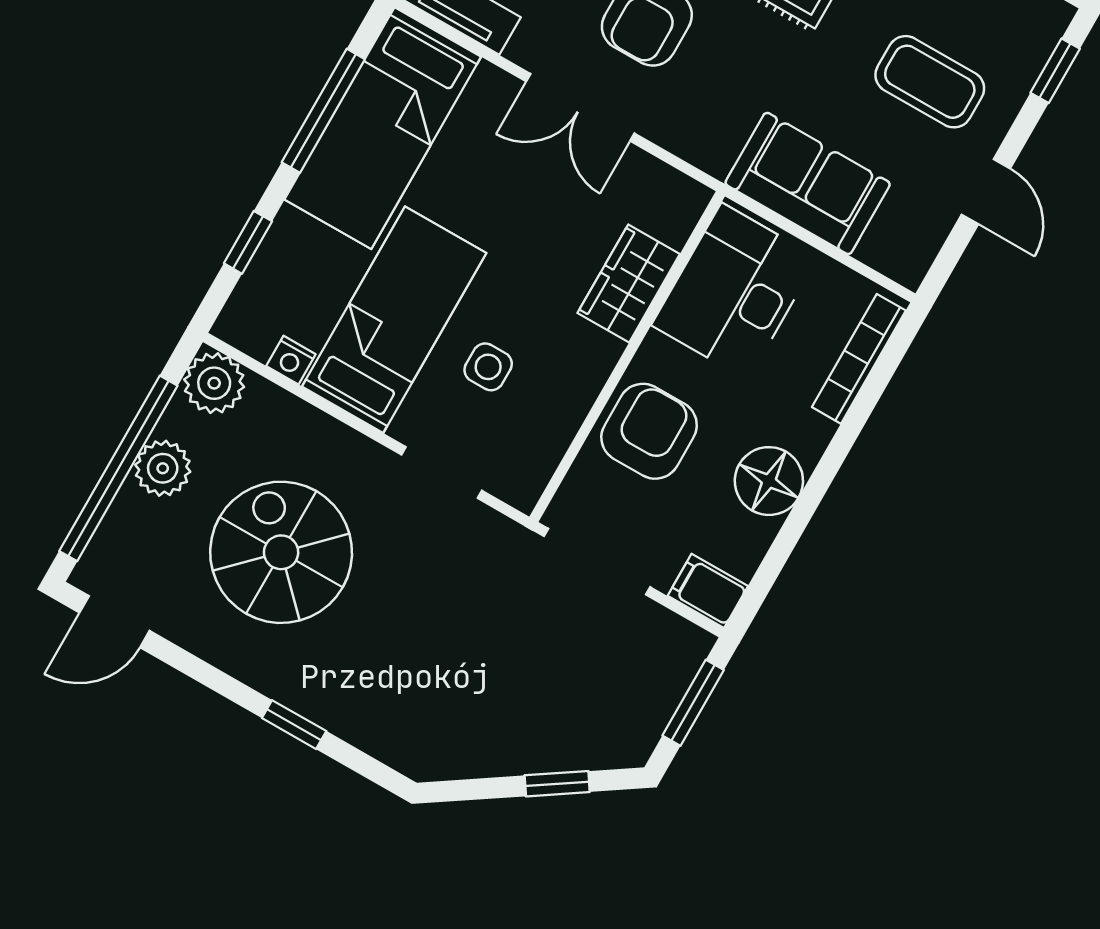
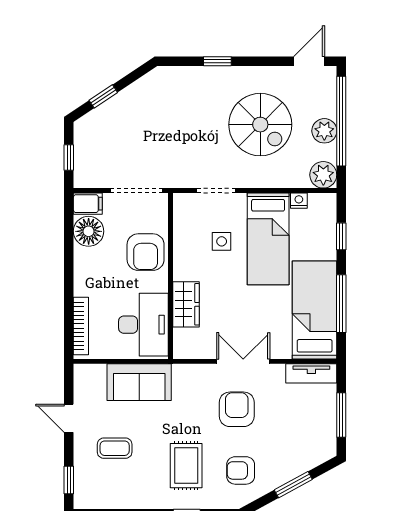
coffee table: (930, 82) -> (115, 448), width x0.73, depth x0.77
floor lamp: (769, 481) -> (89, 231), moved
window: (693, 703) -> (69, 157), width x0.67

